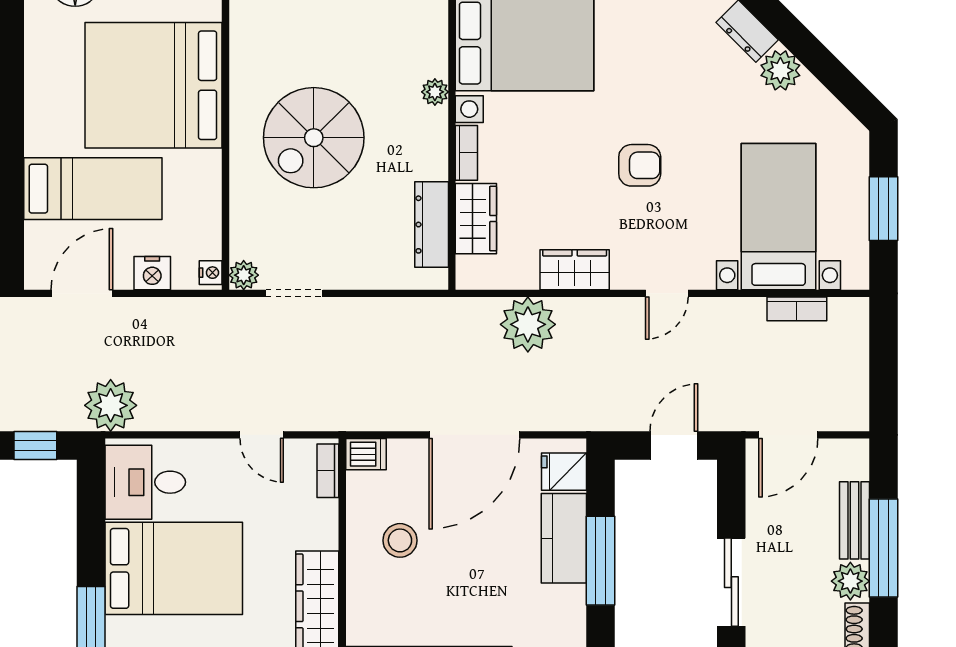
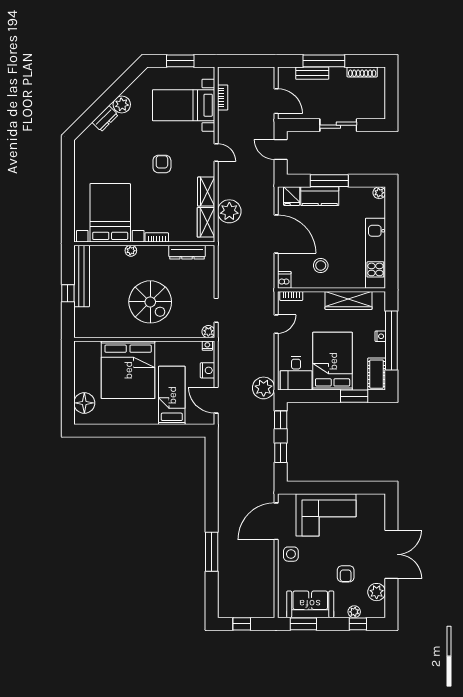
wardrobe: (476, 219) -> (206, 222), moved, turned -90
plant: (850, 581) -> (338, 75), removed

